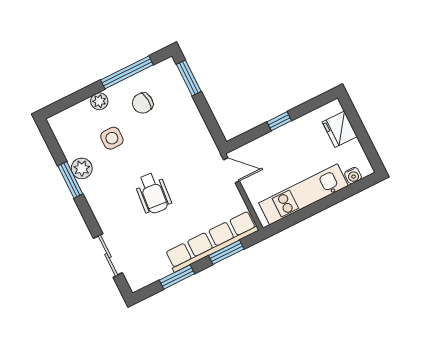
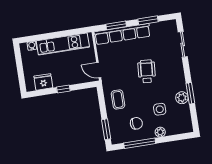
fridge: (340, 129) -> (43, 82), moved, turned -90
coffee table: (185, 133) -> (118, 99), added

